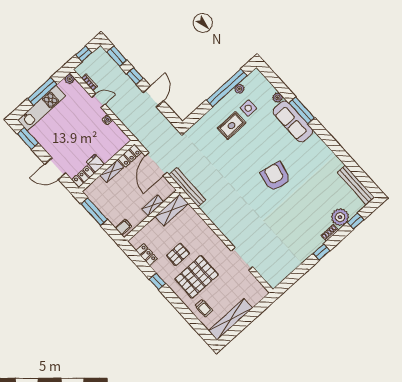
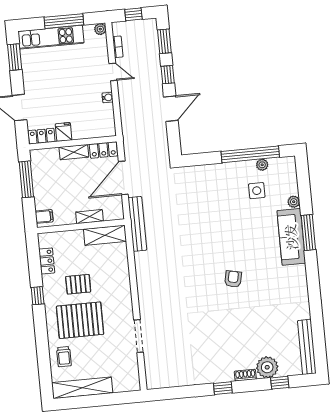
rug: (232, 126) -> (227, 196), removed
armchair: (276, 177) -> (233, 279), width x0.53, depth x0.53

